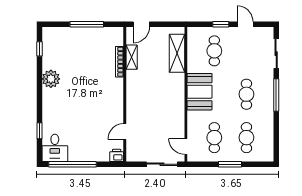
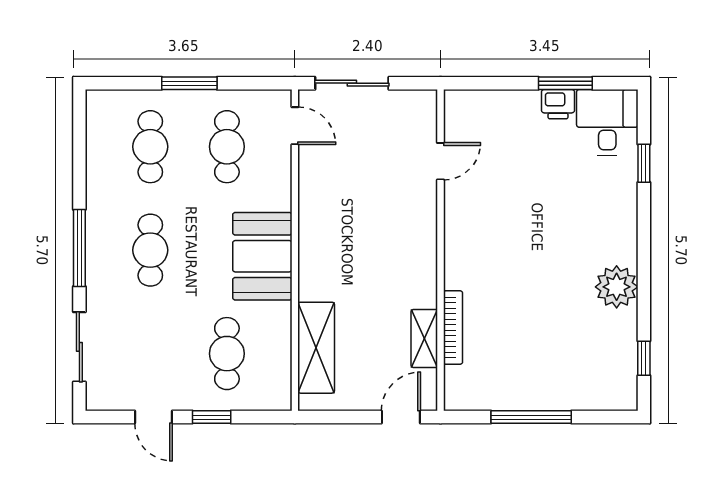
printer: (117, 155) -> (558, 104), moved
window: (72, 164) -> (565, 83), width x0.47

